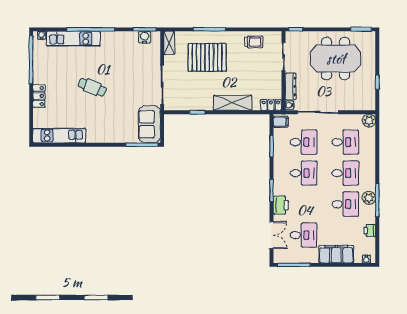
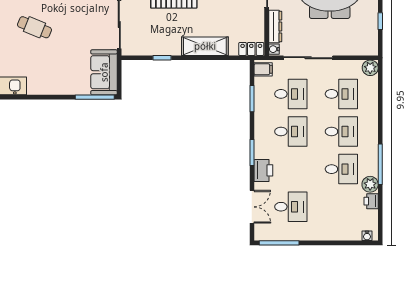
plant: (369, 198) -> (370, 184), moved
filing cabinet: (336, 254) -> (330, 230), removed

